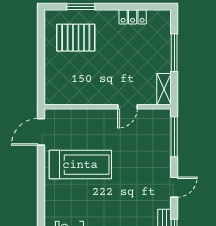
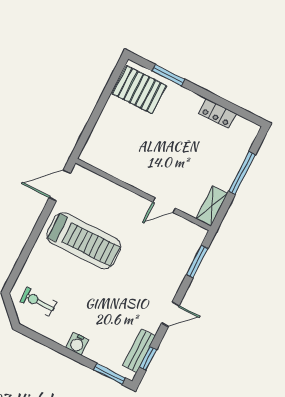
pallet: (76, 38) -> (139, 90), moved
window: (174, 137) -> (197, 261), width x0.69

